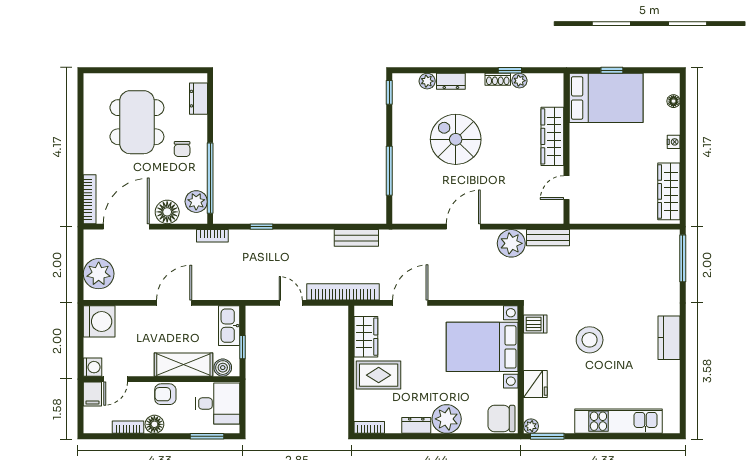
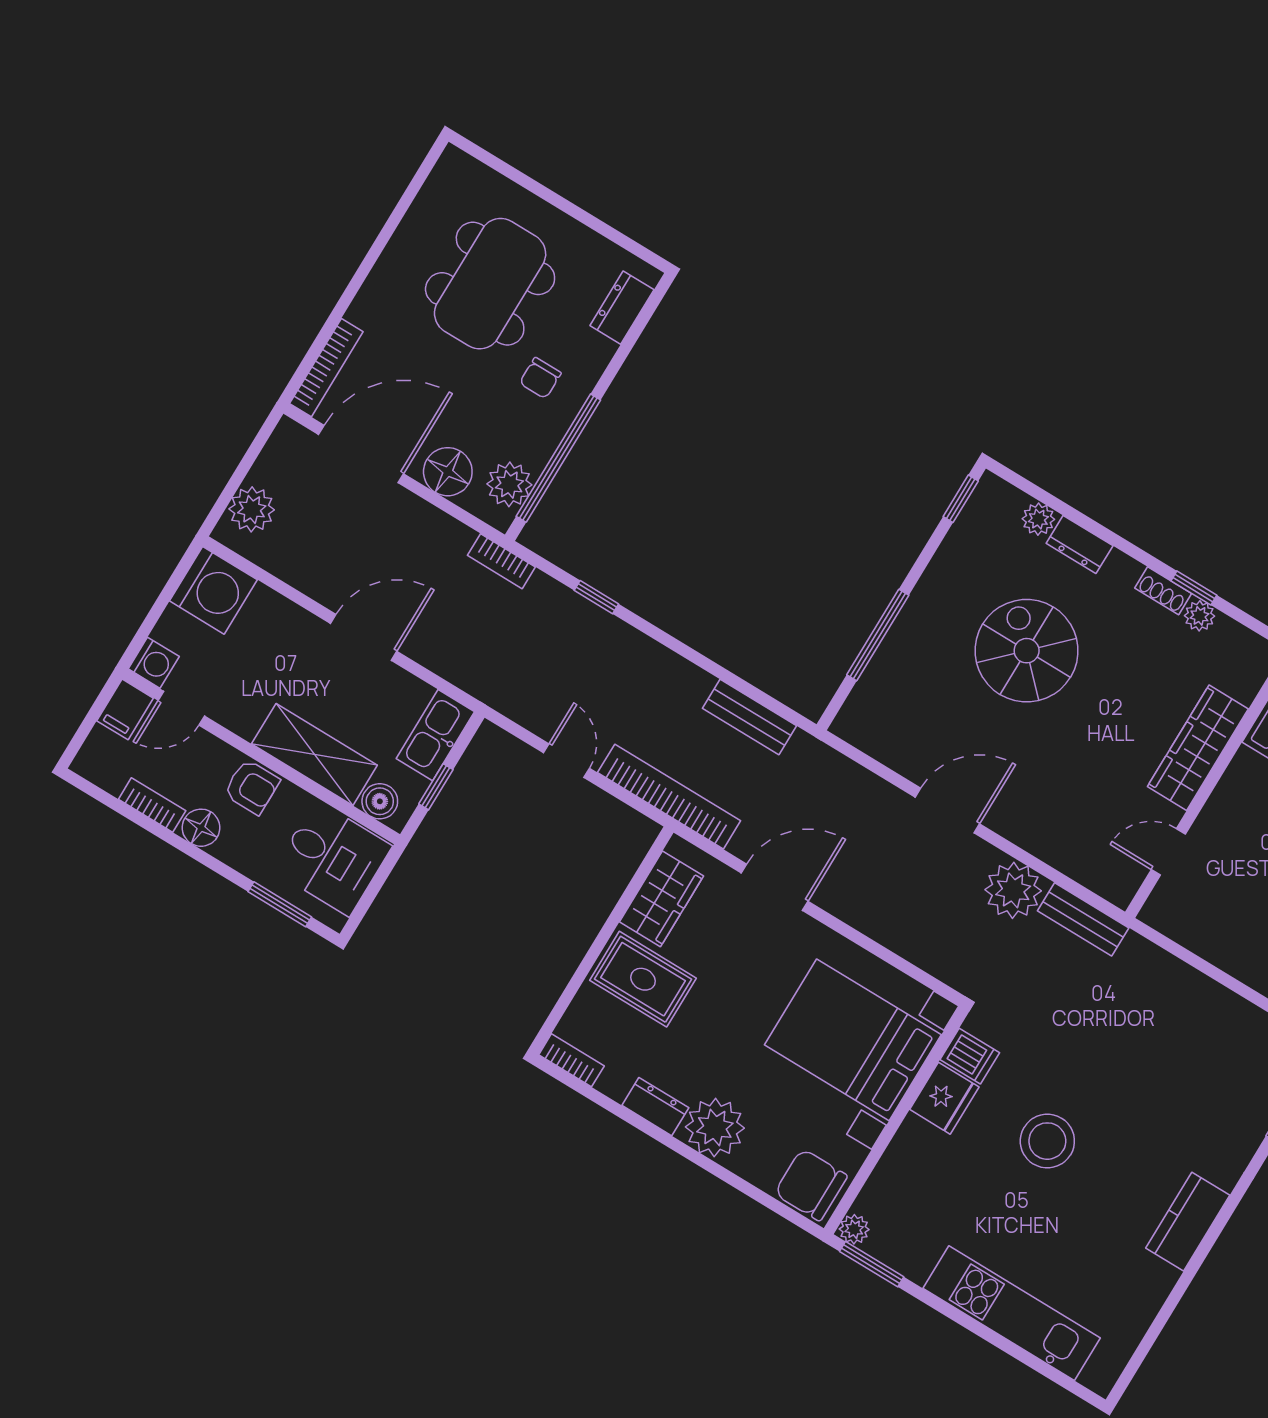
plant: (99, 274) -> (252, 509), width x0.73, depth x0.73
fridge: (535, 384) -> (944, 1098), moved
armchair: (165, 394) -> (252, 787), turned 180

